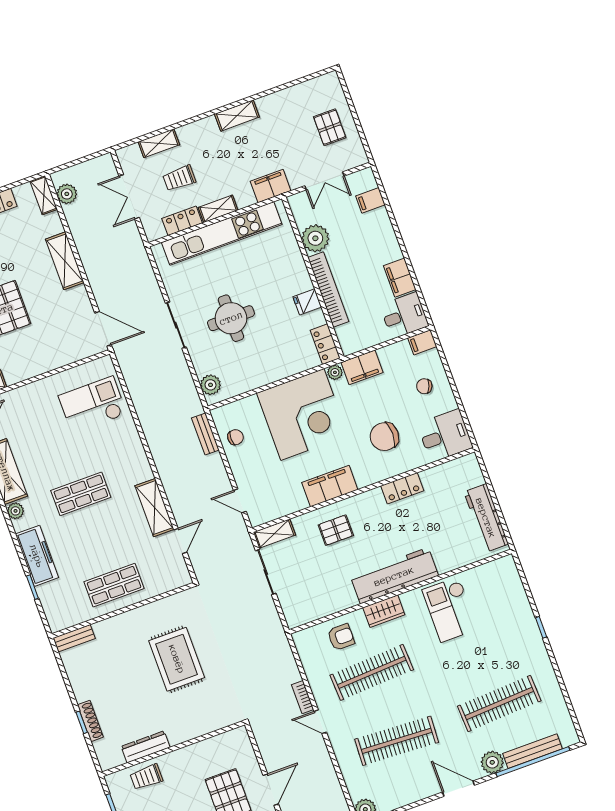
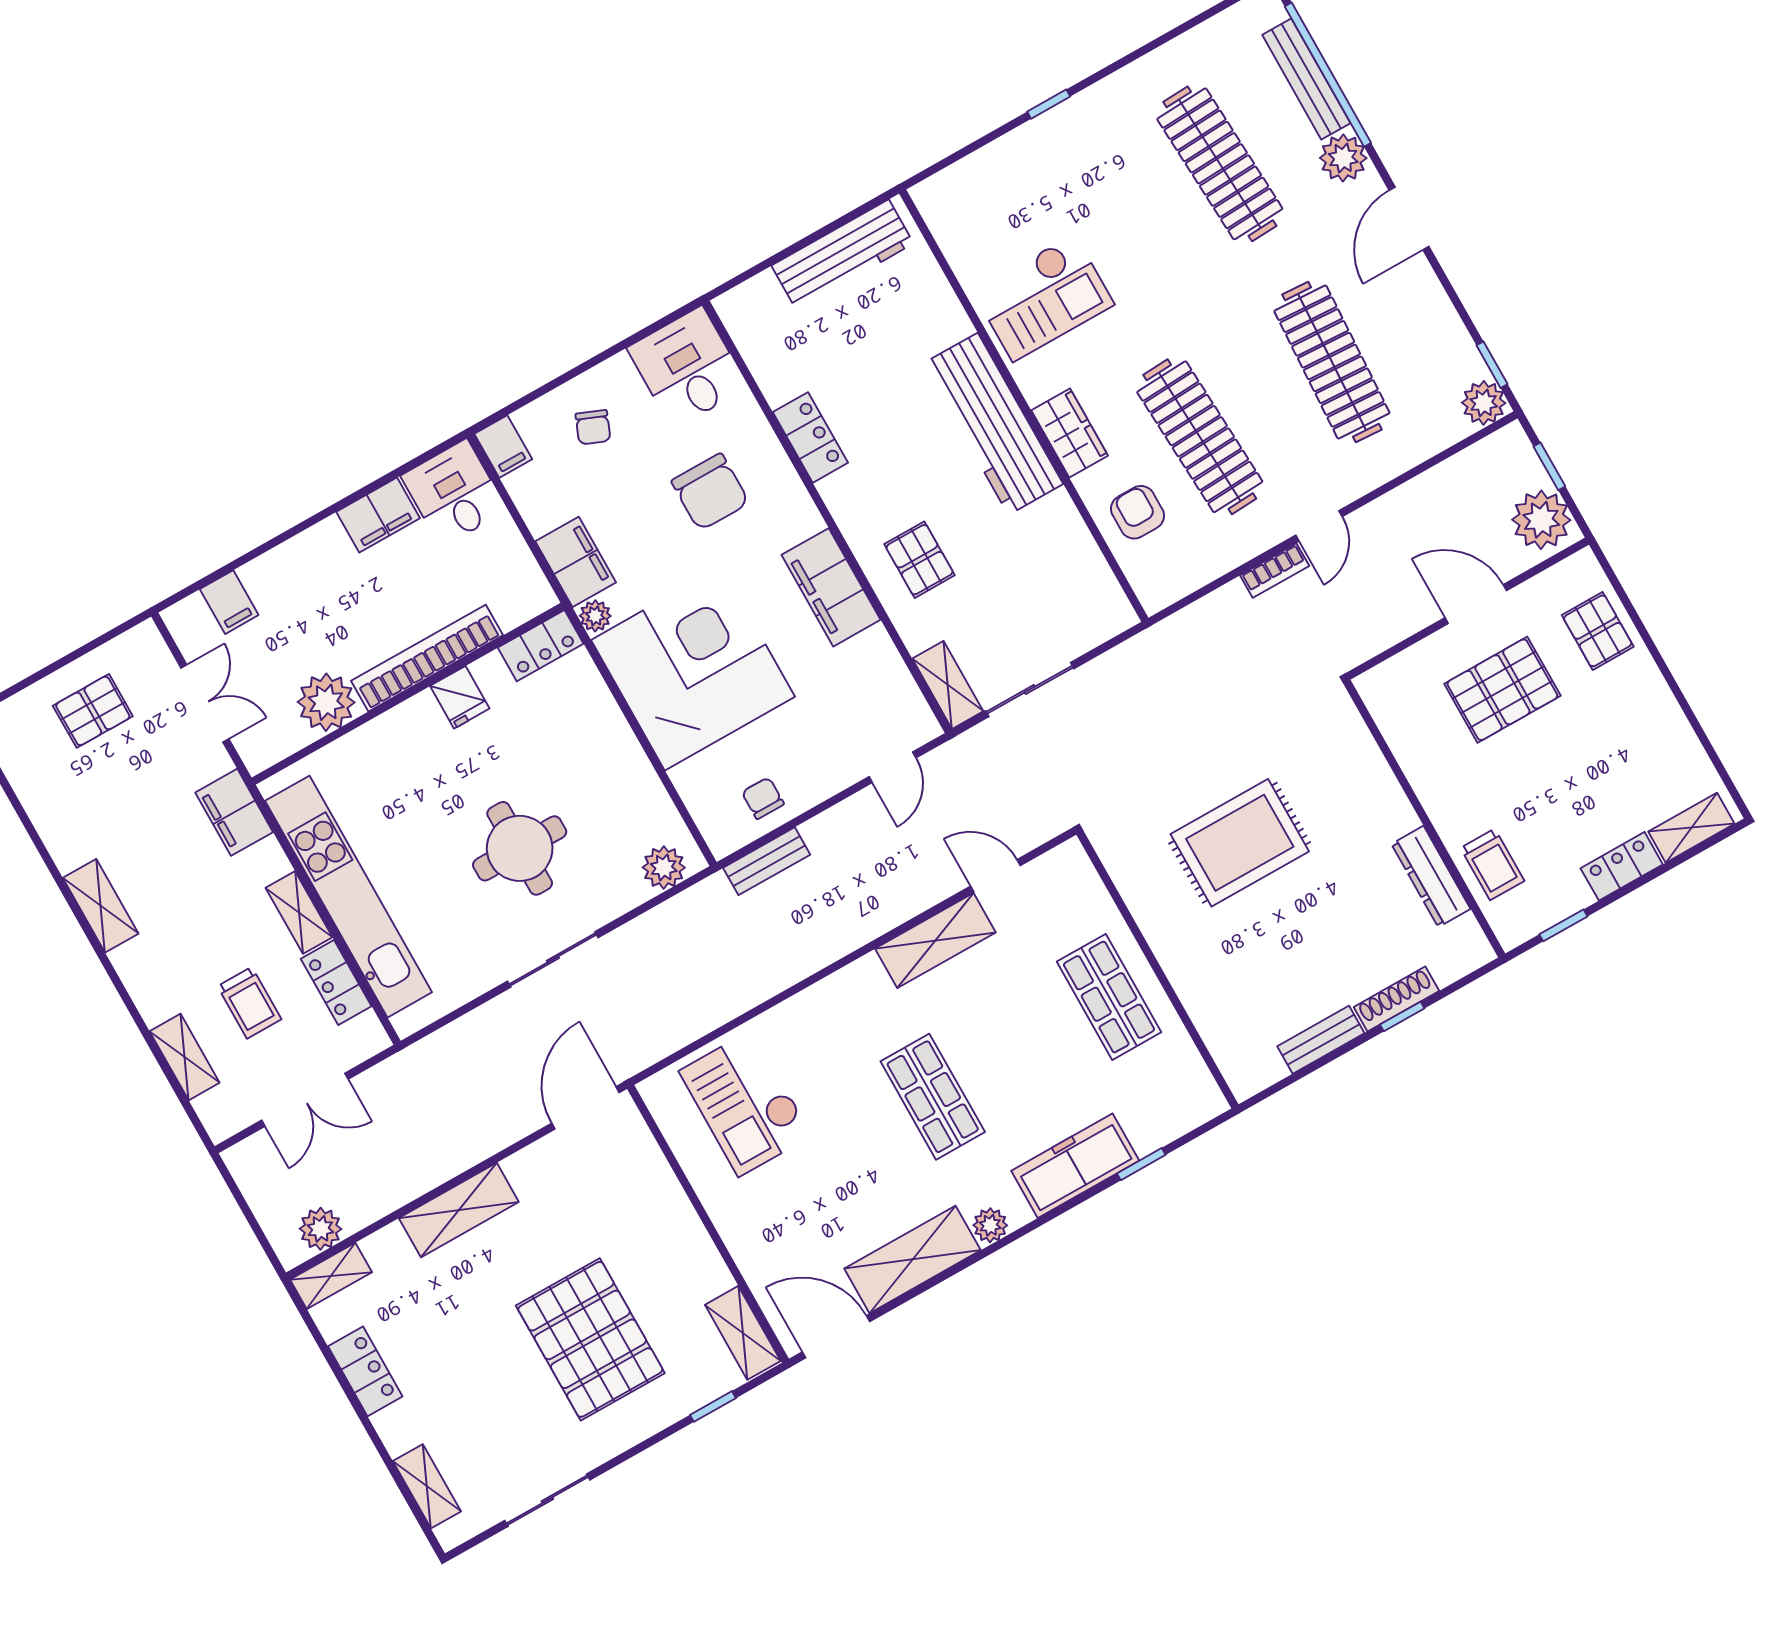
bench: (74, 638) -> (1321, 1040), moved, turned 90

